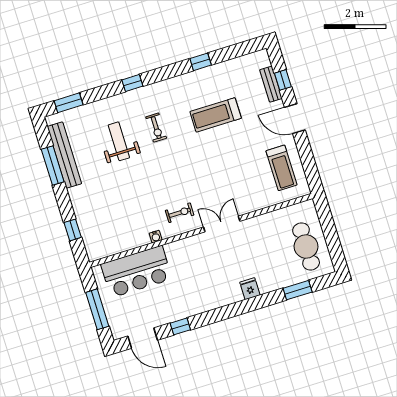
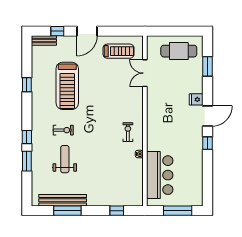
bench: (271, 84) -> (44, 40), moved
window: (69, 103) -> (27, 161), moved
treadmill: (216, 115) -> (67, 86), width x1.37, depth x1.38
weight bench: (119, 141) -> (65, 159), turned 90
double door: (222, 224) -> (145, 73), moved
window: (180, 326) -> (208, 143), moved
door: (143, 338) -> (208, 116), moved

